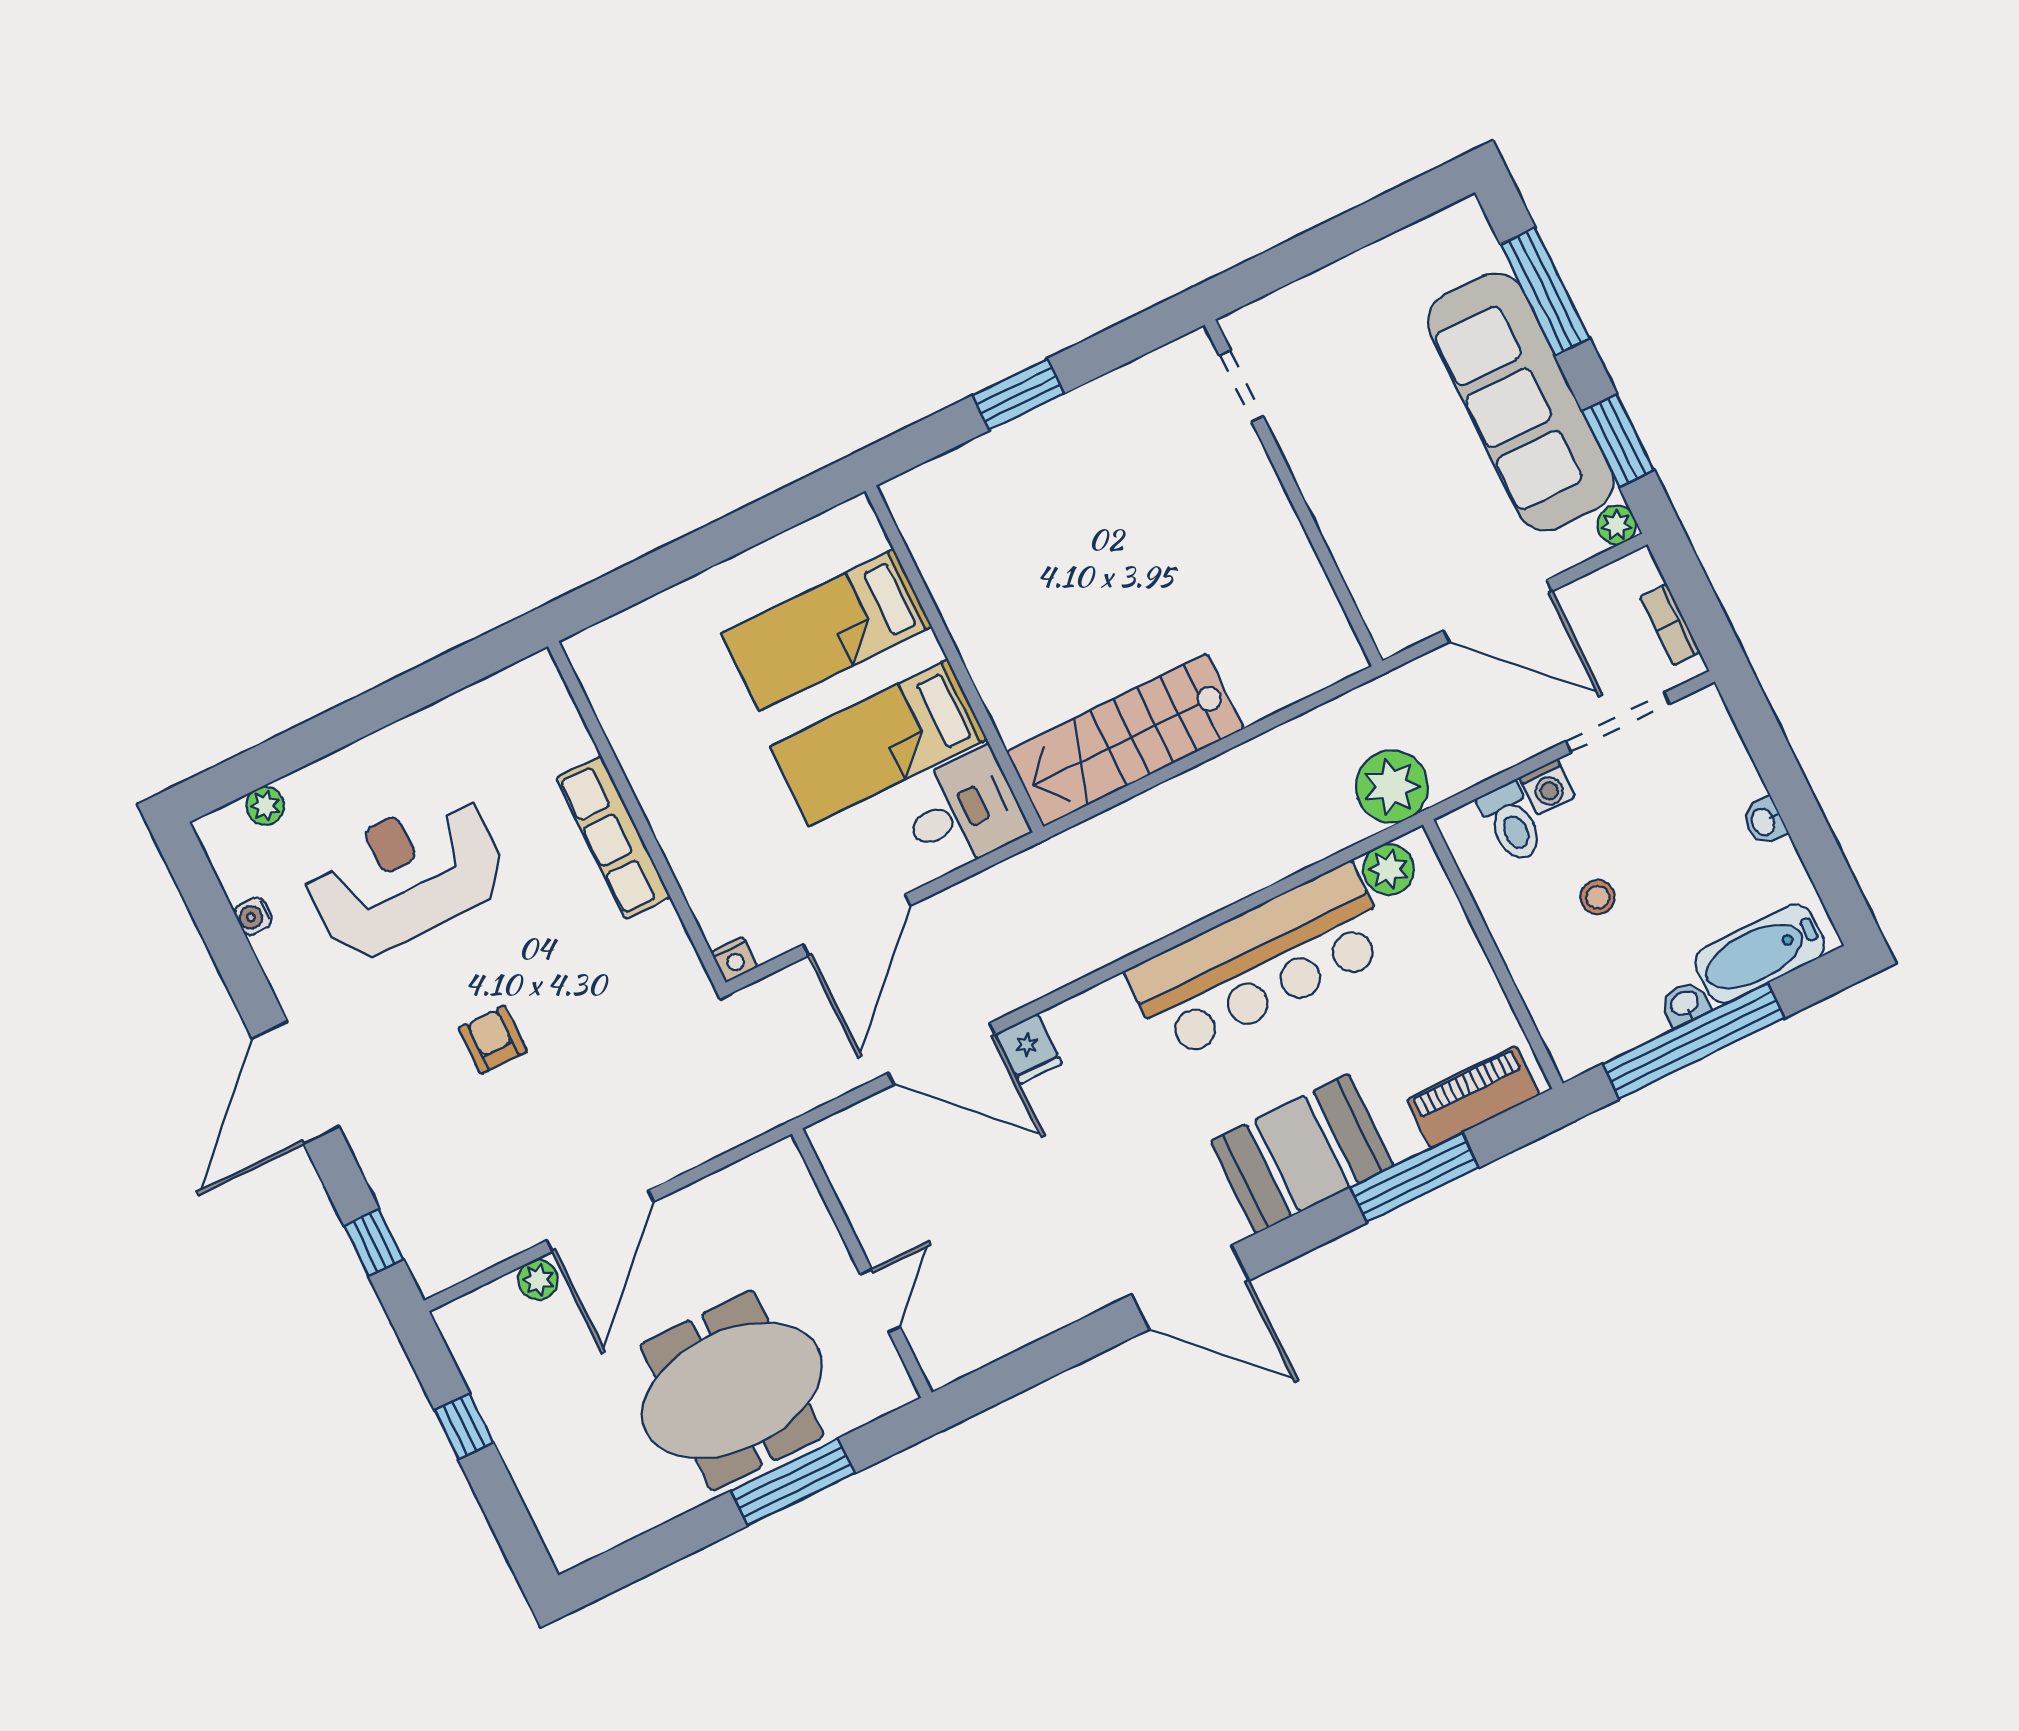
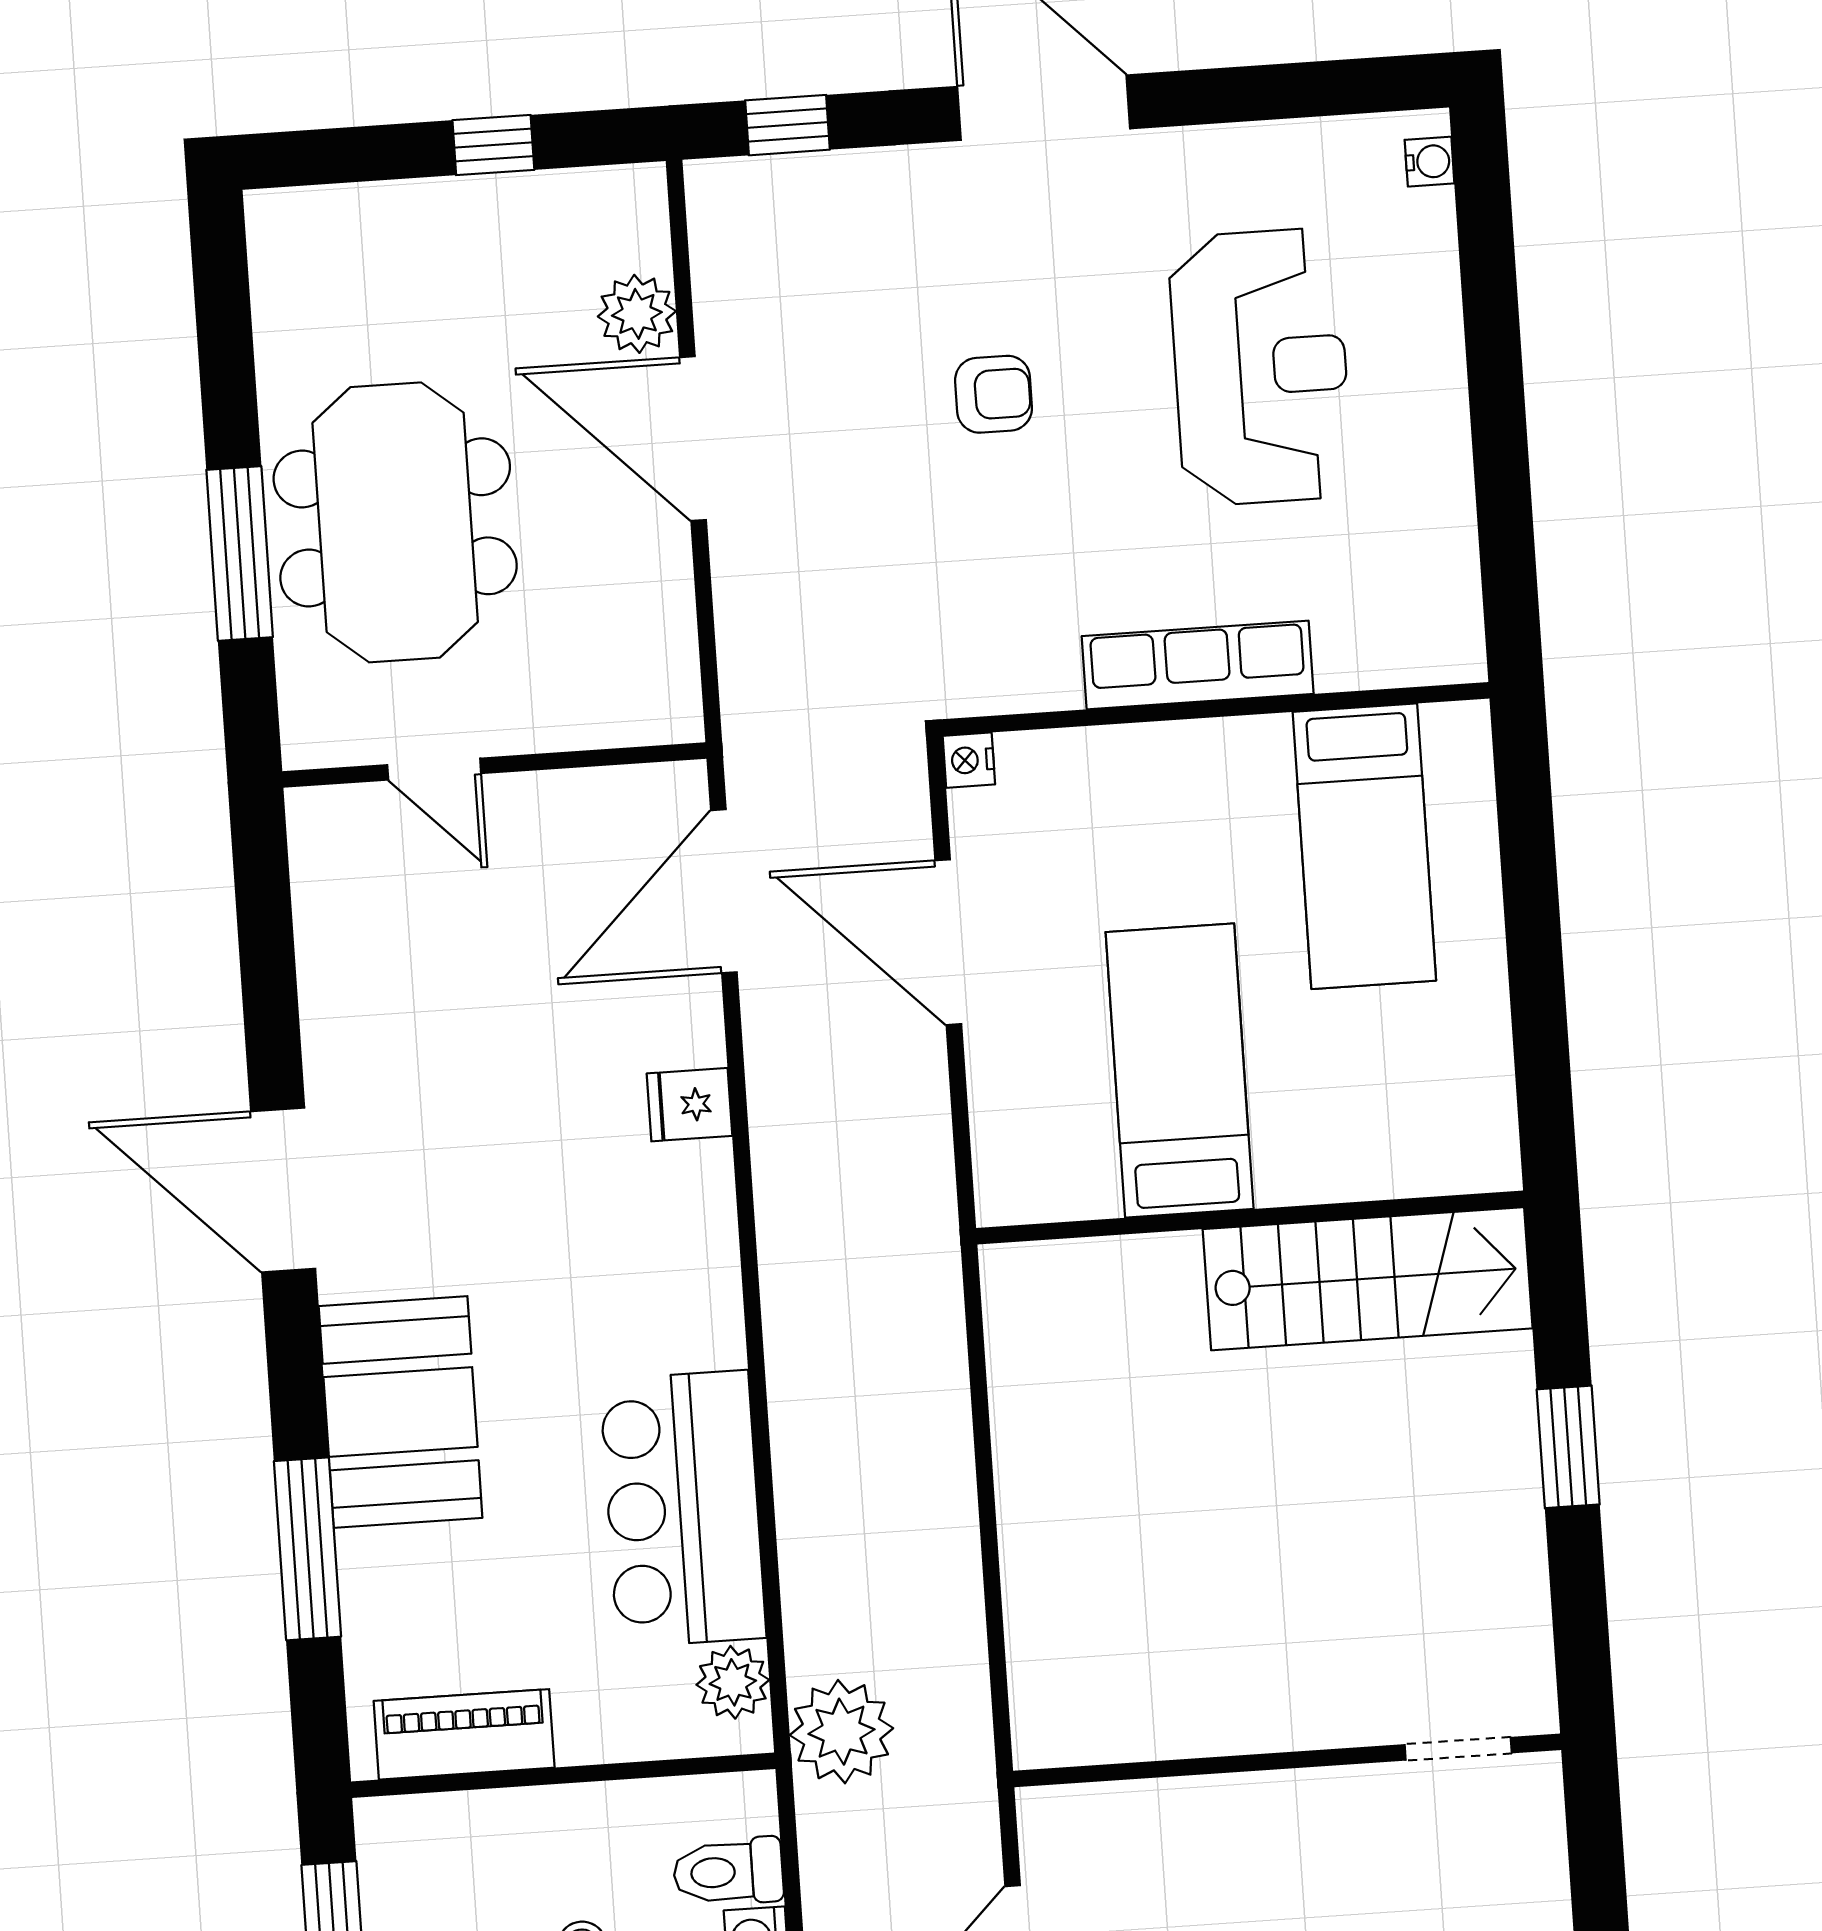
bed: (827, 630) -> (1364, 846), moved, turned 180
stairs: (1125, 740) -> (1368, 1279), moved, turned 90
plant: (265, 806) -> (1430, 218), removed
desk: (963, 811) -> (1043, 1146), removed
water cooler: (253, 916) -> (1430, 162), moved, turned 90
bar counter: (1260, 962) -> (683, 1509), width x0.73
door: (942, 1054) -> (724, 891), moved
piano: (1473, 1097) -> (464, 1734), moved, turned -90
plant: (538, 1280) -> (637, 314), width x1.38, depth x1.38
door: (1190, 1287) -> (283, 1190), hinge flipped

